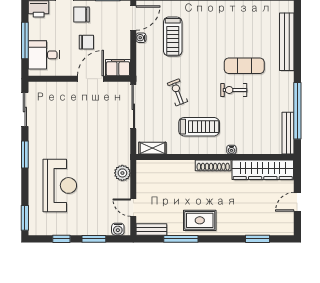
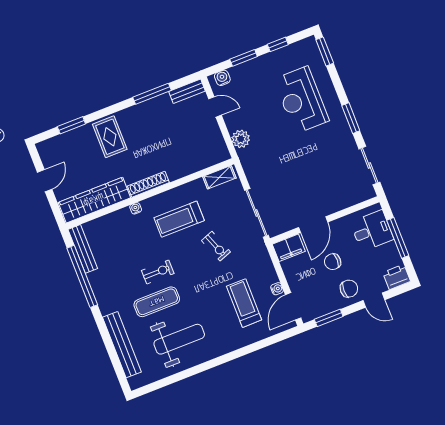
weight bench: (238, 28) -> (179, 339), added
rug: (200, 220) -> (110, 137), moved, turned 90

